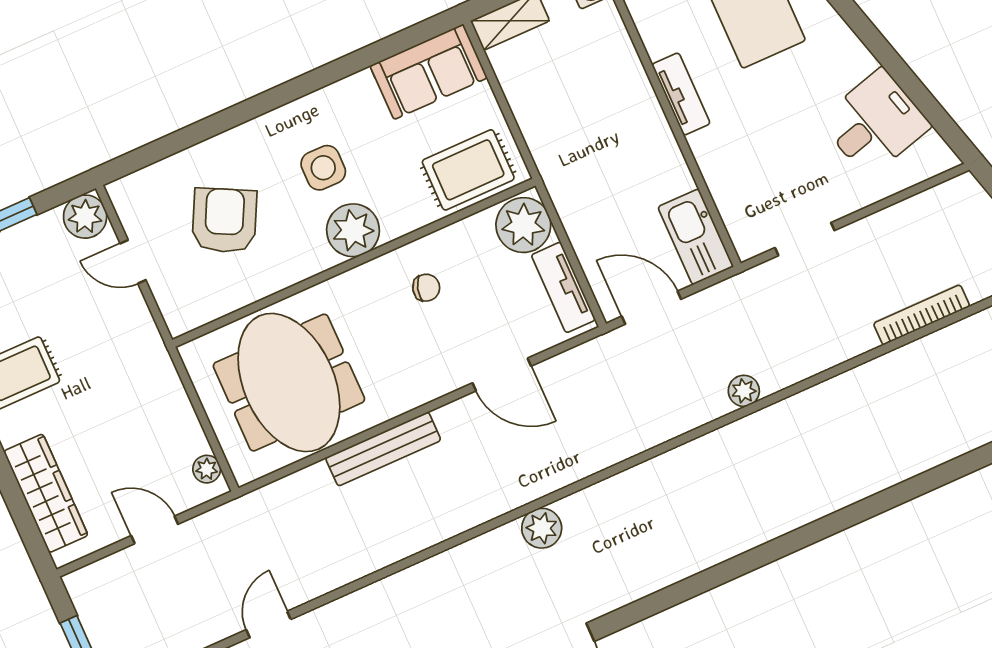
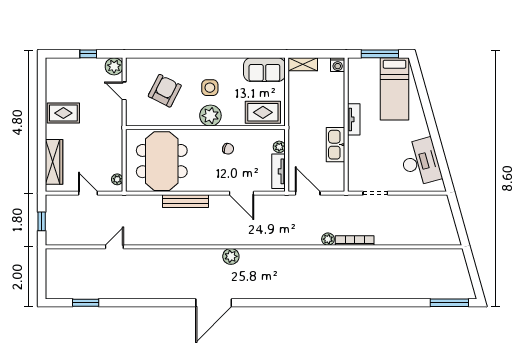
desk: (875, 123) -> (420, 162), width x1.37
plant: (523, 225) -> (279, 147), width x0.53, depth x0.53
kitchen sink: (696, 237) -> (336, 145), moved
bookcase: (922, 315) -> (355, 240), moved

